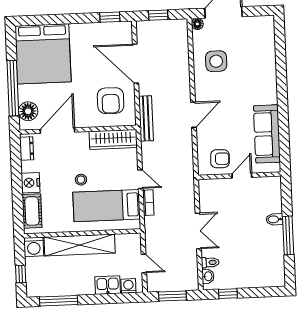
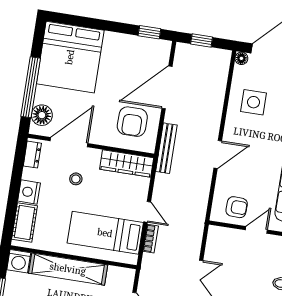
door: (136, 64) -> (167, 87), hinge flipped
stool: (81, 180) -> (76, 179), moved

